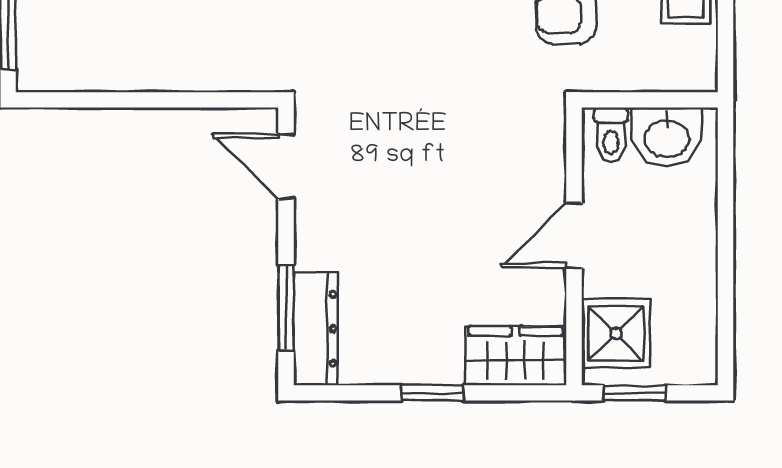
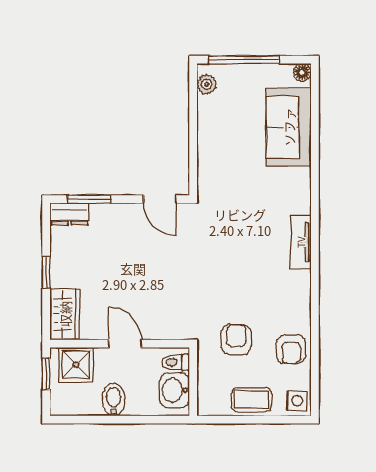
plant: (57, 73) -> (207, 84), added
door: (286, 166) -> (160, 199), swing flipped
bidet: (686, 258) -> (114, 400), added
dresser: (316, 329) -> (70, 214), width x0.70

